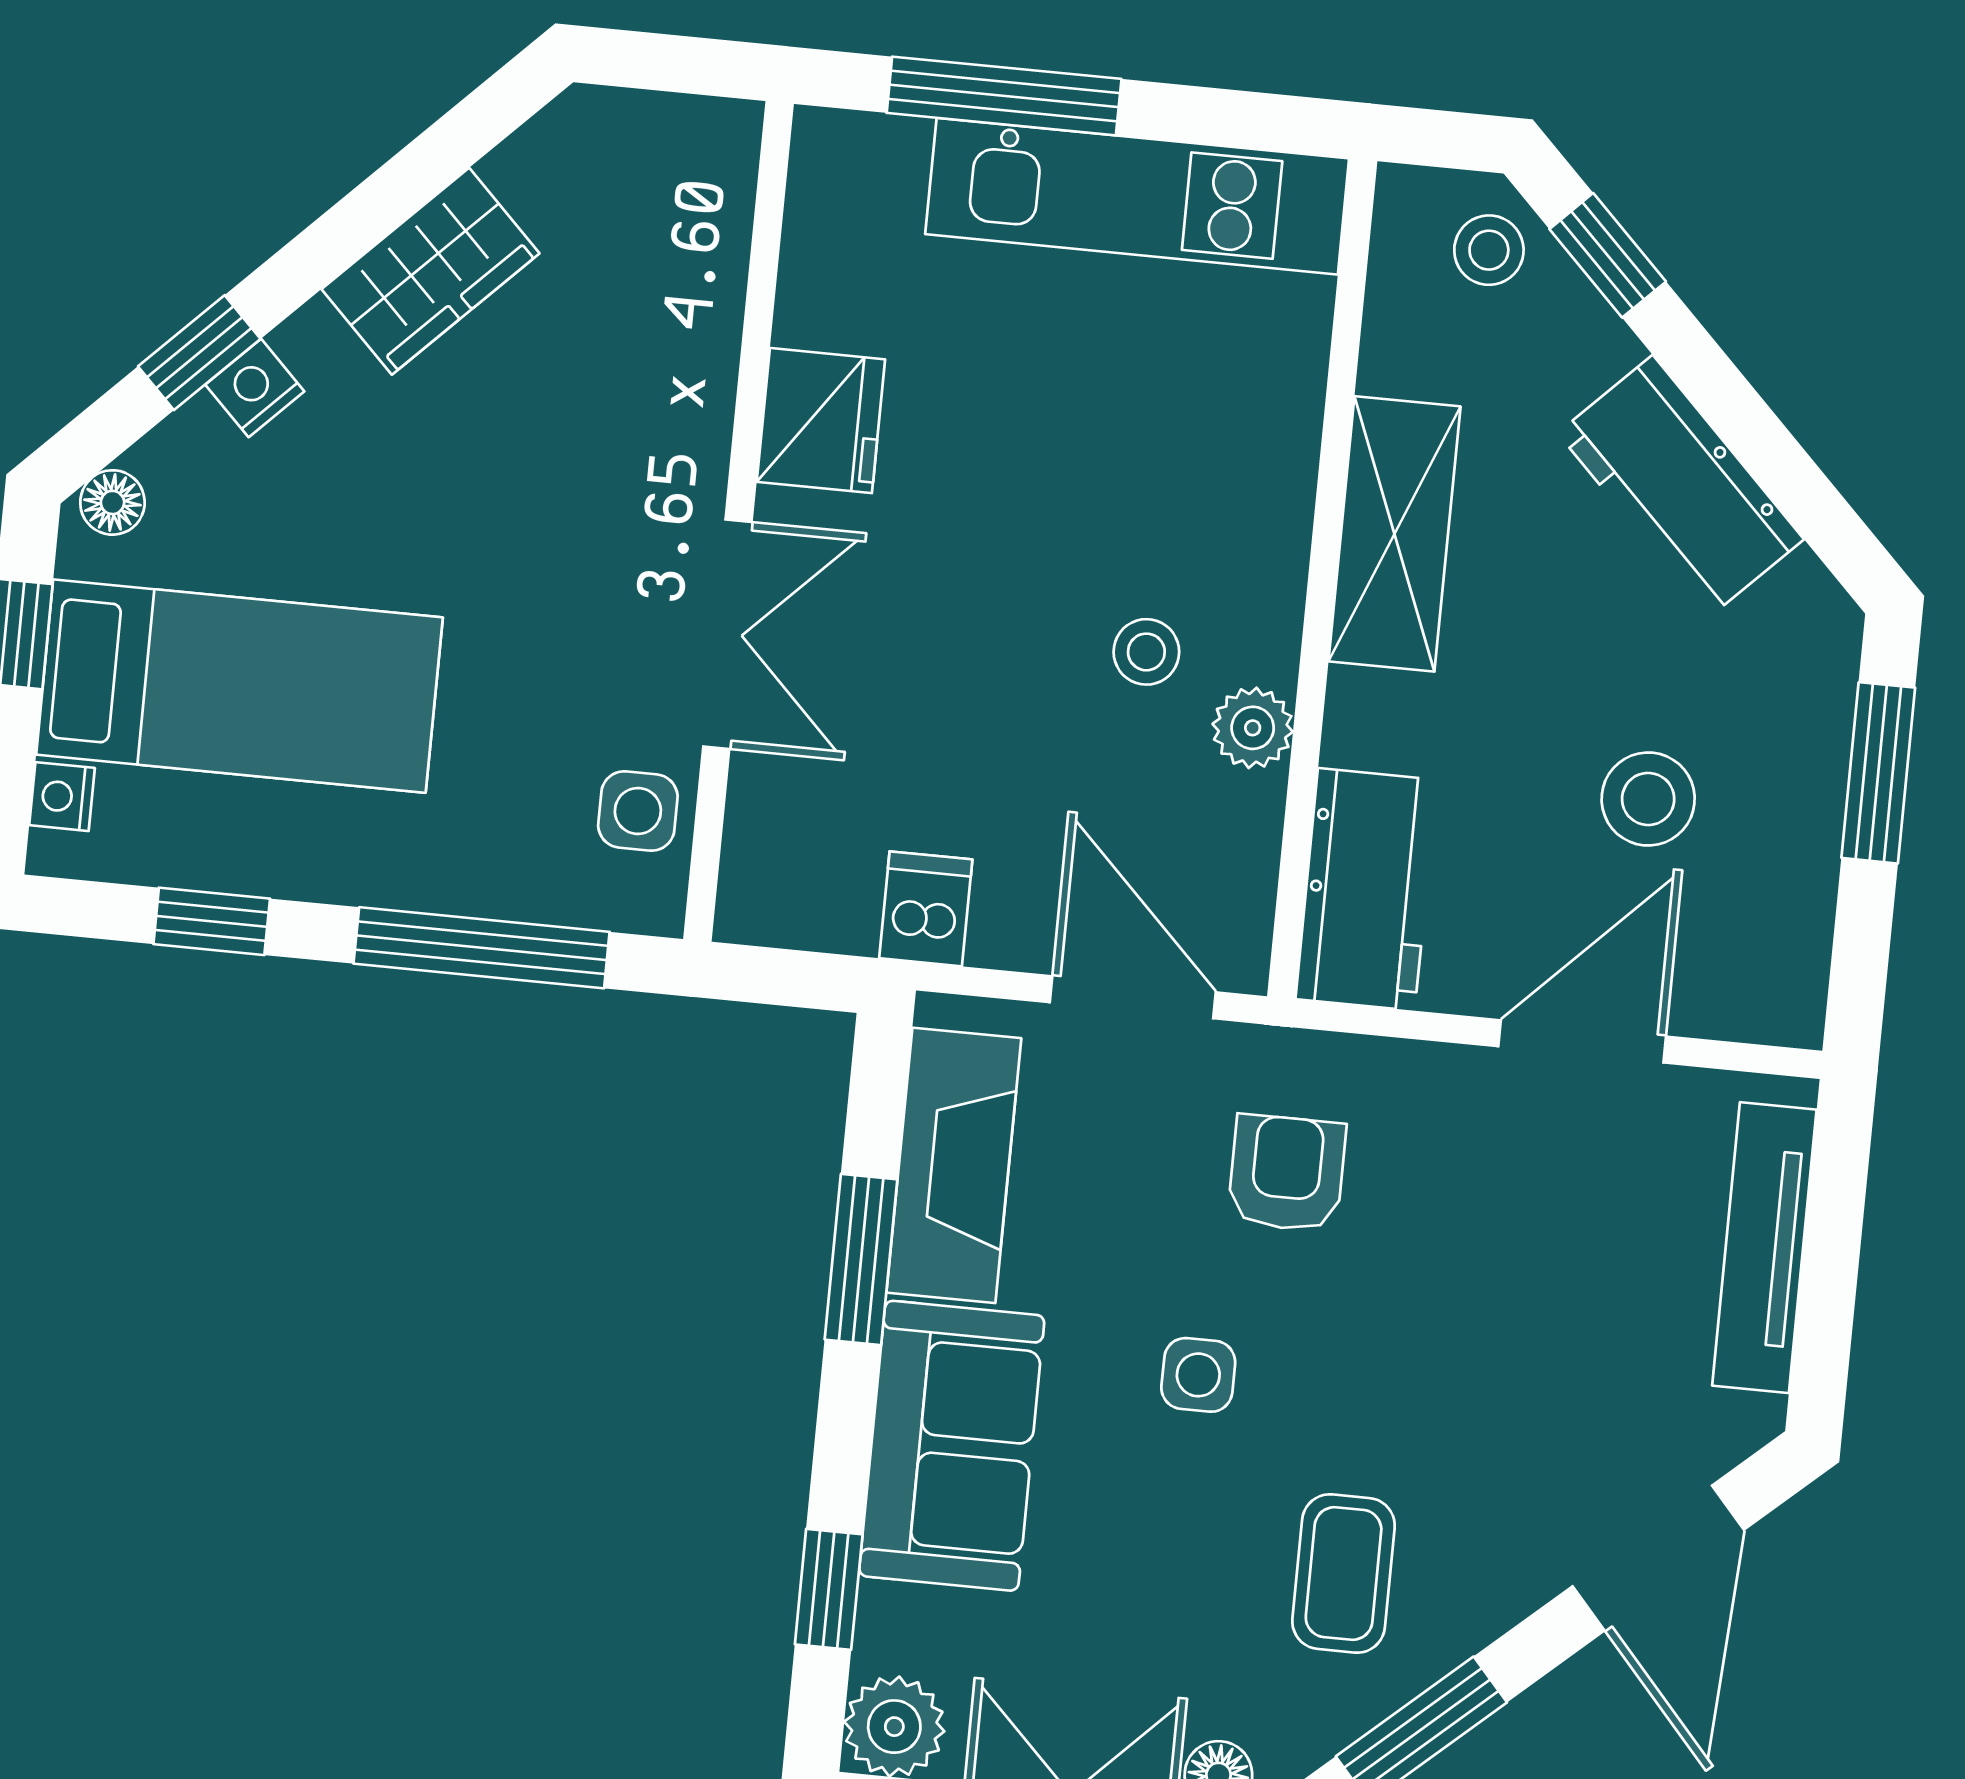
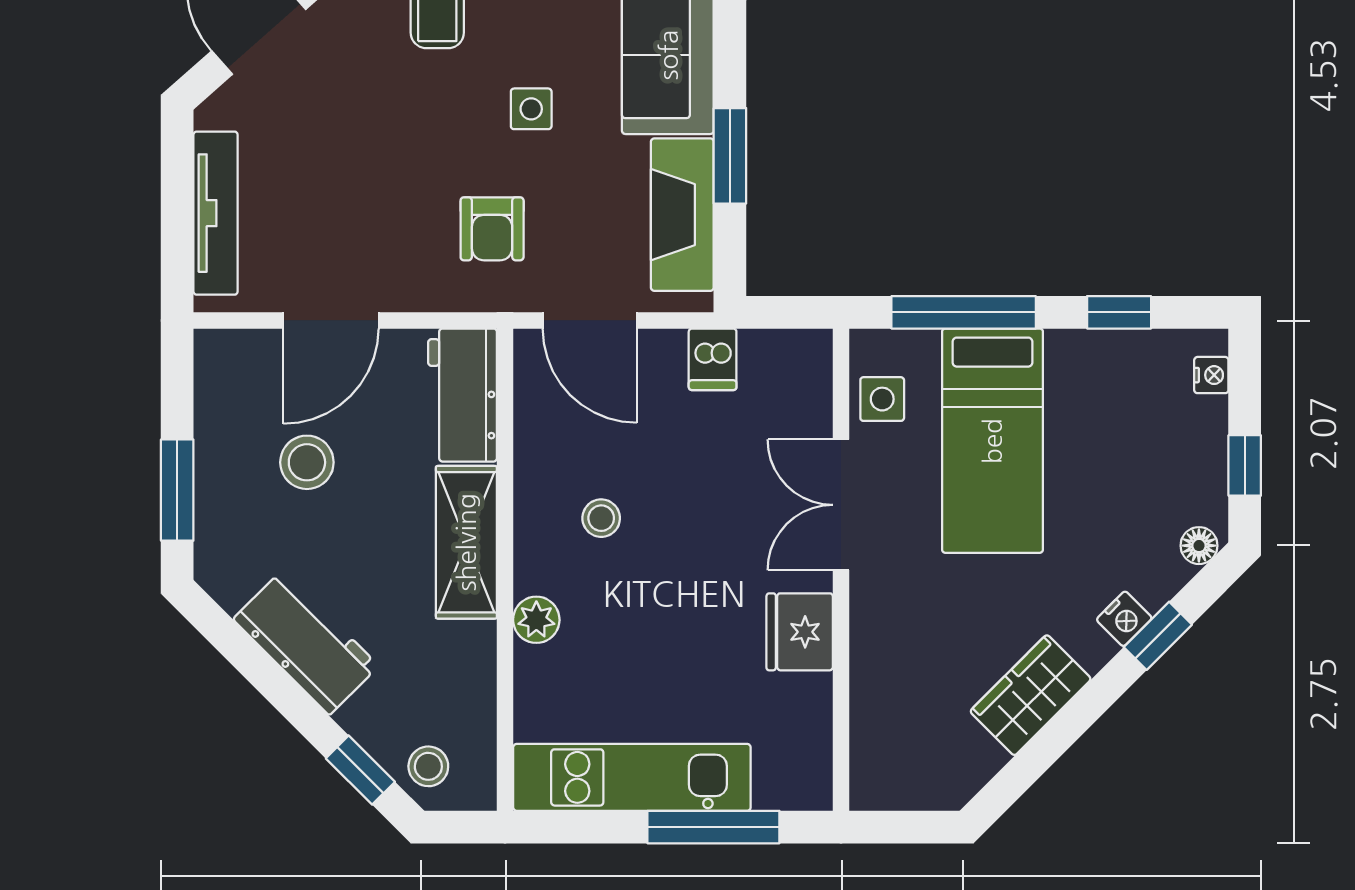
shelving: (1394, 534) -> (466, 542), moved
bed: (239, 686) -> (992, 441), moved, turned -90
plant: (1253, 728) -> (536, 620), moved

